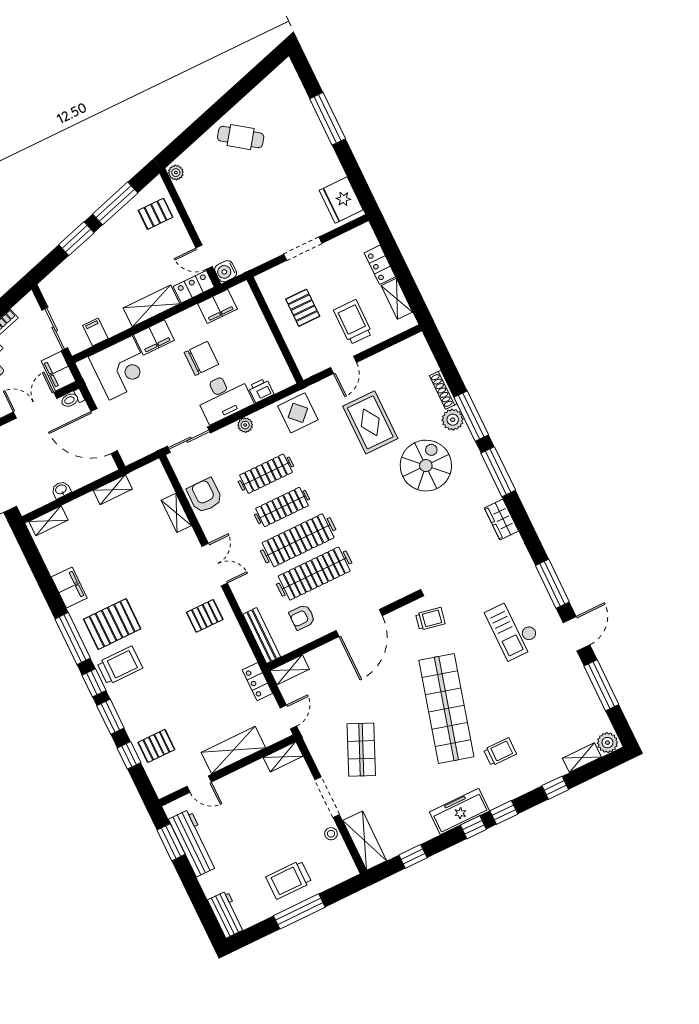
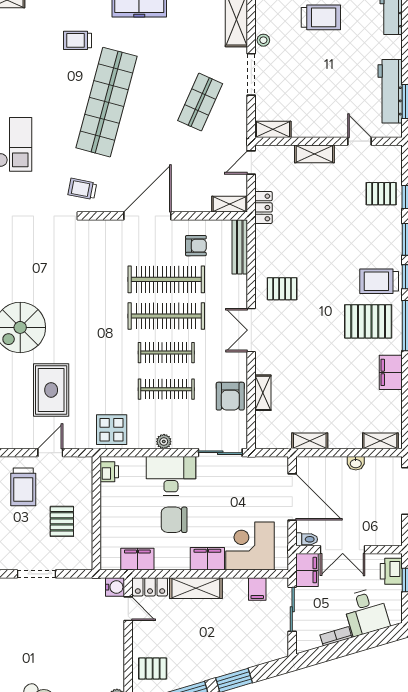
printer: (261, 390) -> (109, 472), moved, turned -90
shelving: (233, 750) -> (314, 154), width x0.67, depth x0.75

